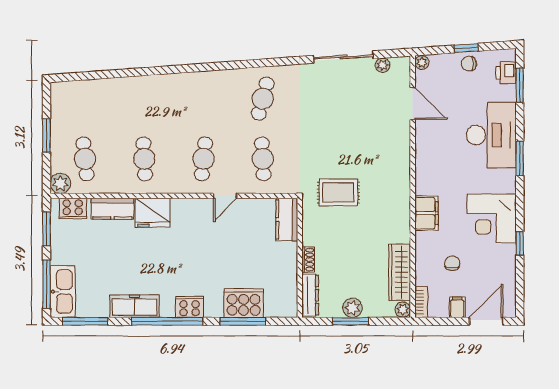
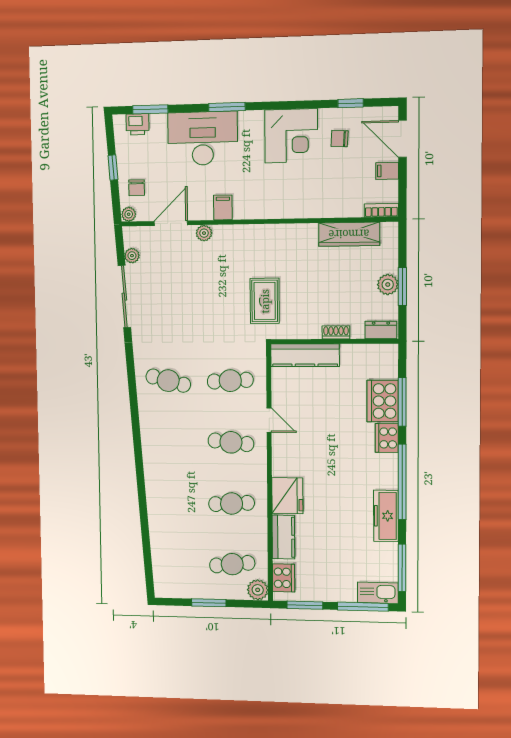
chair: (469, 64) -> (137, 188), moved
filing cabinet: (427, 213) -> (223, 207), moved, width x0.50
kitchen counter: (287, 220) -> (305, 355), width x1.50
window: (520, 243) -> (351, 103), moved
chair: (452, 263) -> (340, 139), moved
kitchen sink: (63, 292) -> (378, 593), width x0.73, depth x0.81
dresser: (310, 295) -> (381, 330), width x0.70
cooker: (190, 307) -> (387, 438), moved
plant: (403, 310) -> (204, 233), moved

